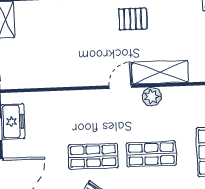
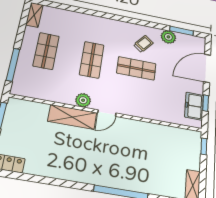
pallet: (133, 19) -> (87, 164), removed
shop shelf: (151, 154) -> (92, 60), turned 90

